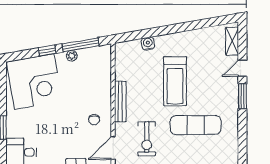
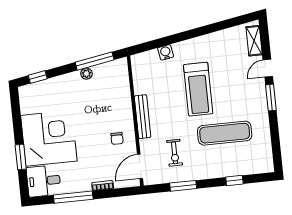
window: (47, 51) -> (38, 77), moved
corner desk: (34, 81) -> (49, 138), moved, turned -80
exercise bike: (147, 139) -> (175, 153), width x0.73, depth x0.72

